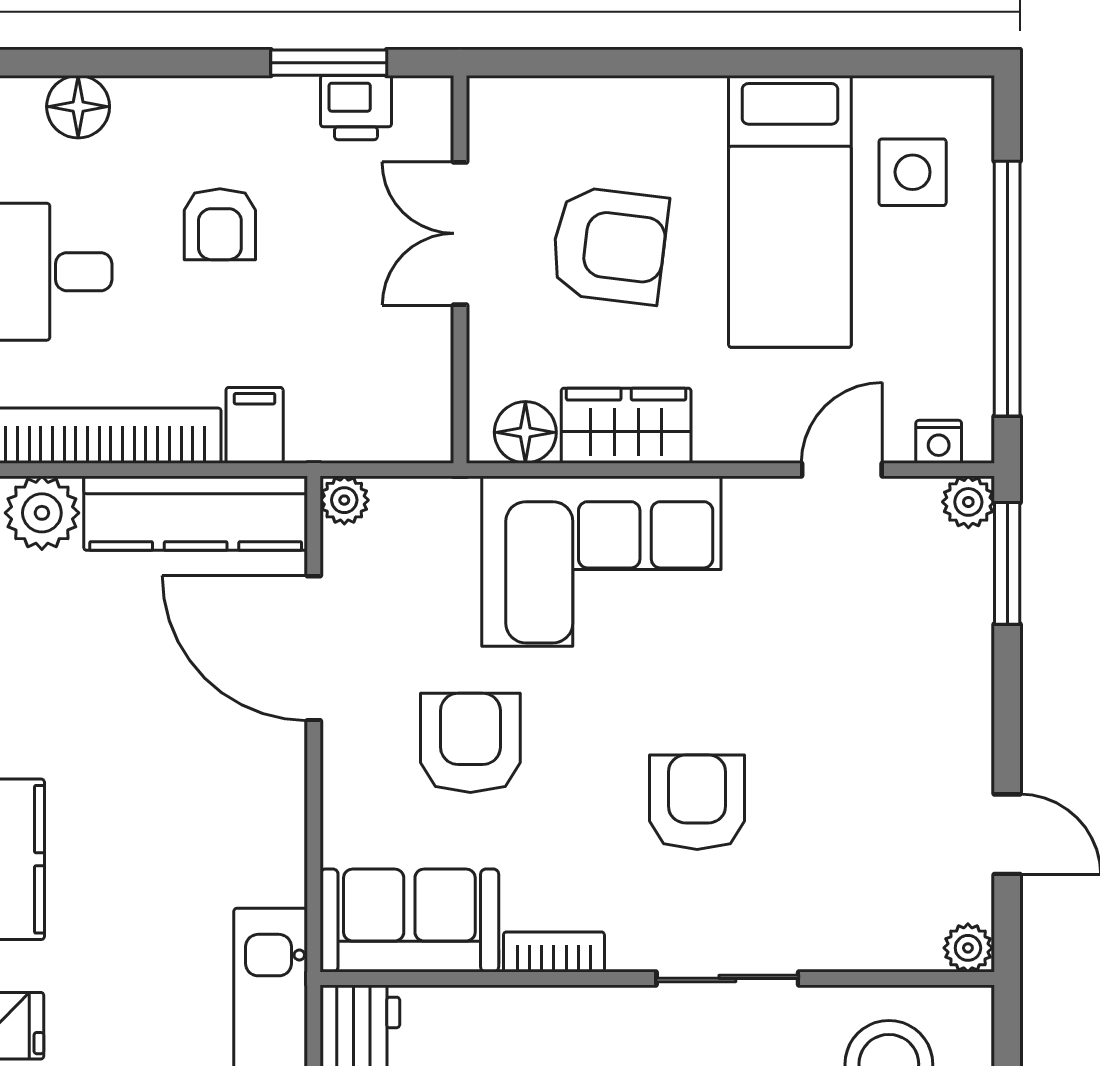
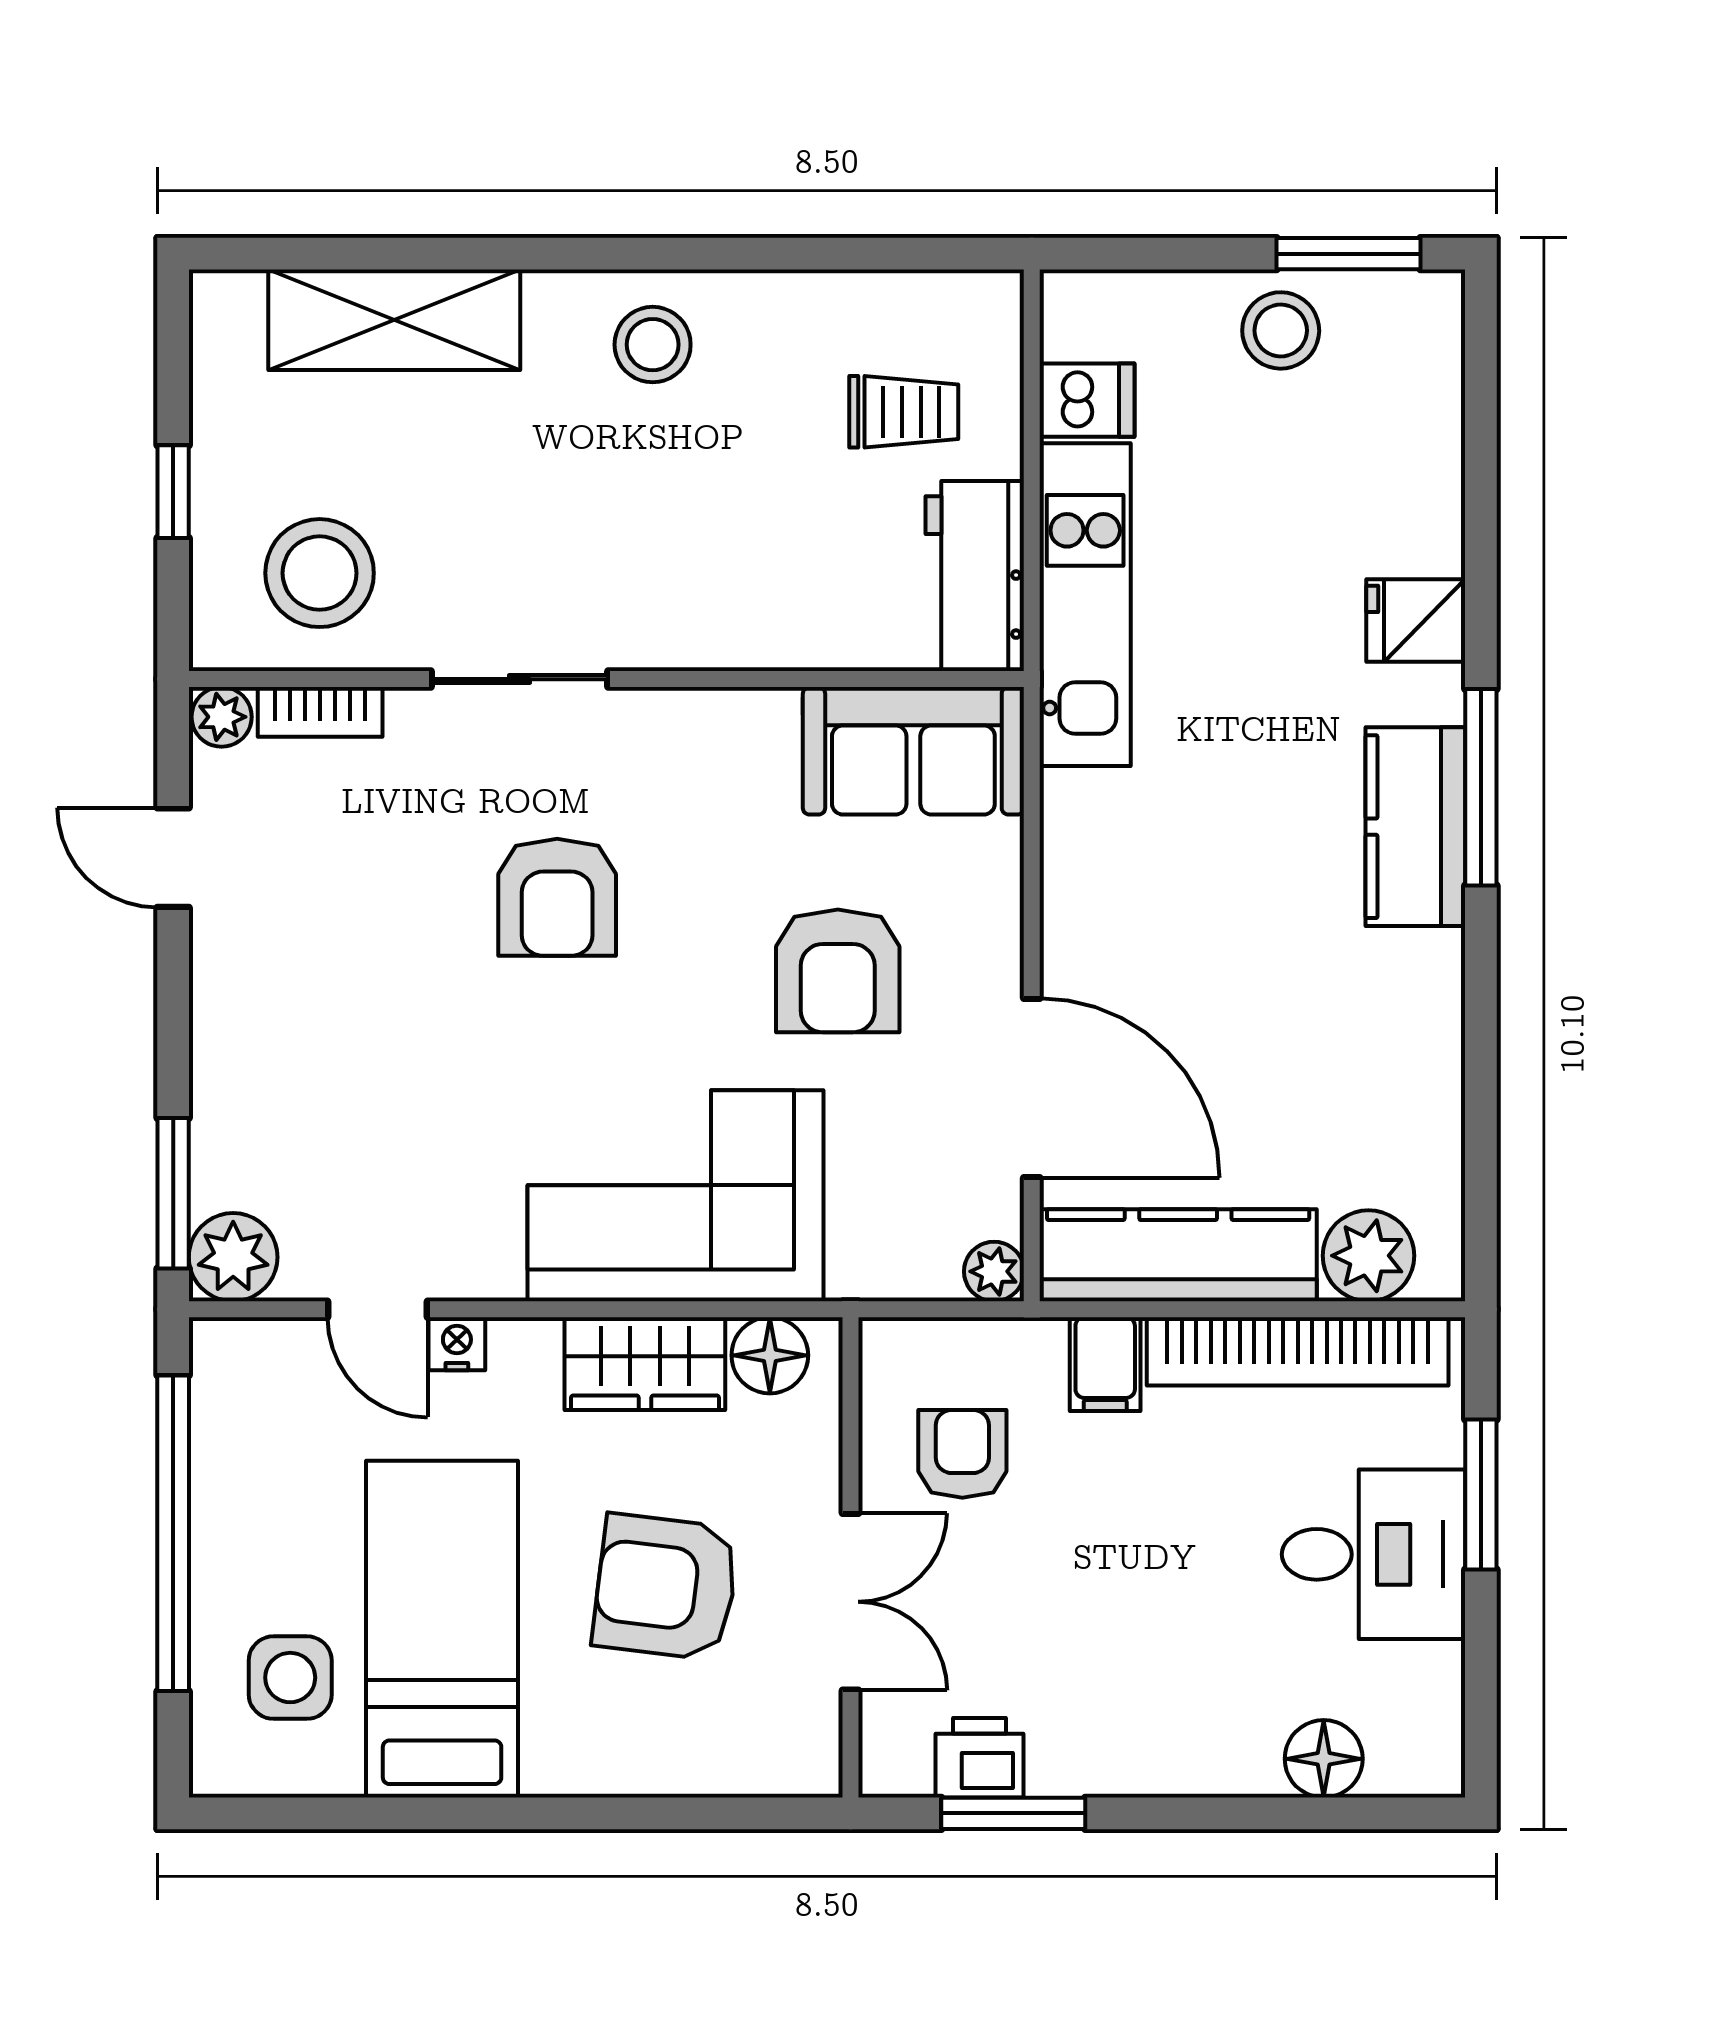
armchair: (220, 224) -> (962, 1454), moved
nightstand: (939, 442) -> (457, 1344), moved
door: (842, 470) -> (378, 1309), hinge flipped
plant: (968, 502) -> (233, 1257), width x1.38, depth x1.38
bookcase: (554, 952) -> (320, 712), moved

